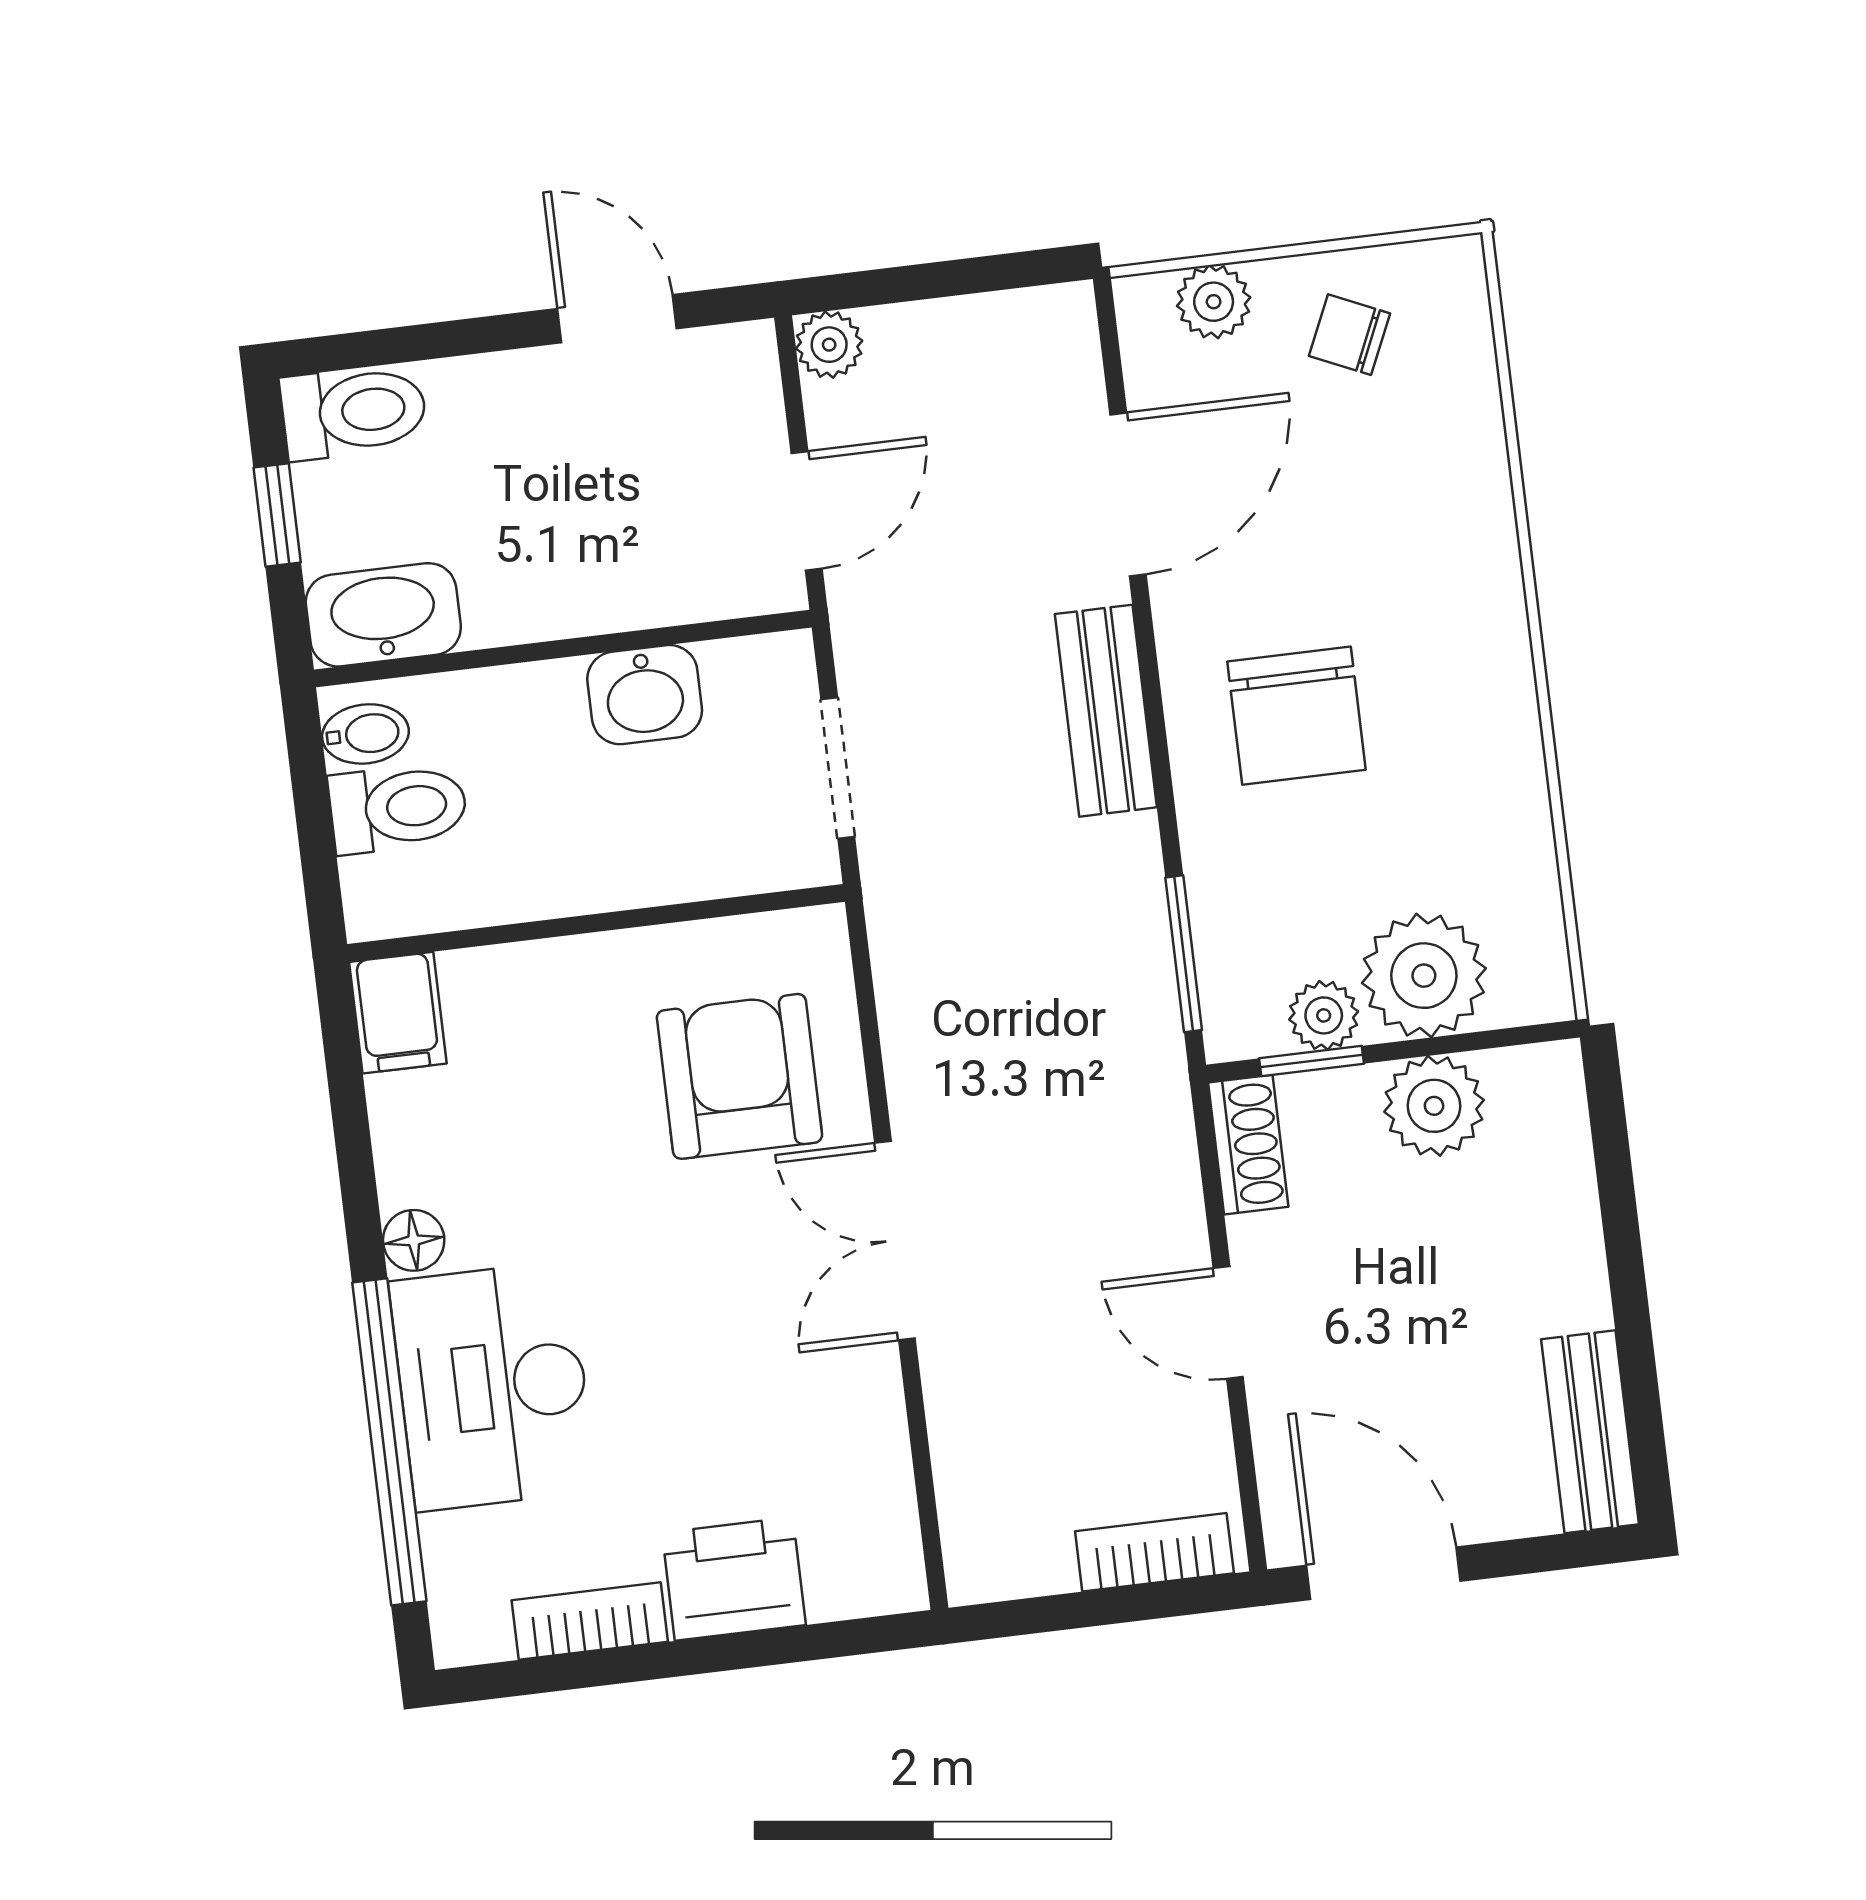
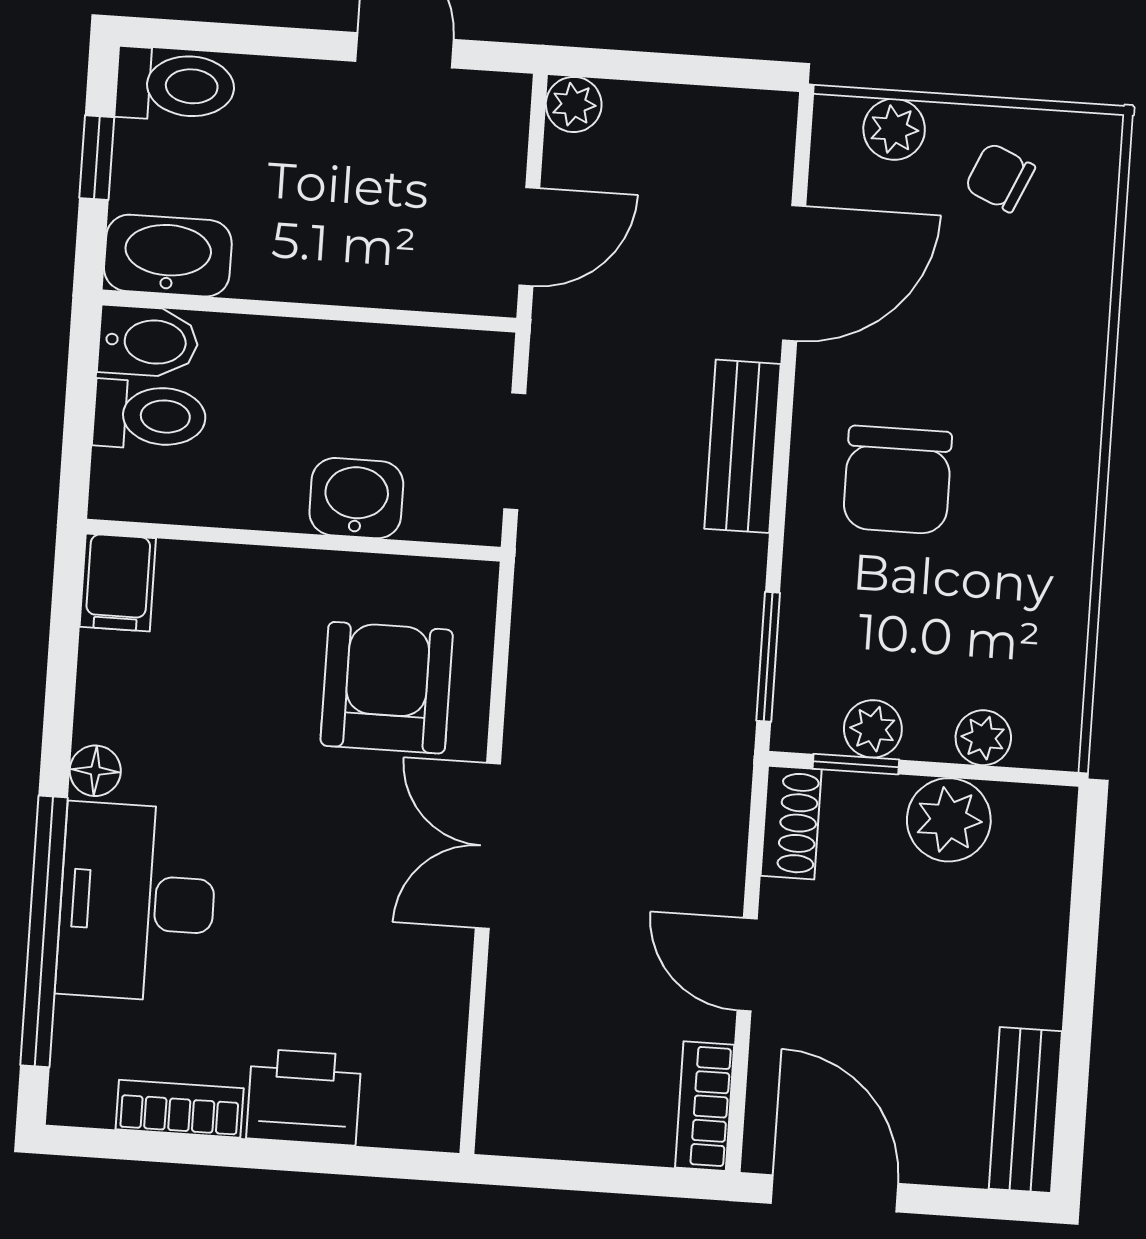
washbasin: (645, 695) -> (356, 498), moved, turned 180
bidet: (365, 734) -> (148, 342), width x1.38, depth x1.36
plant: (1424, 976) -> (983, 738), width x0.53, depth x0.53
bookcase: (1154, 1552) -> (705, 1106), moved, turned -90

